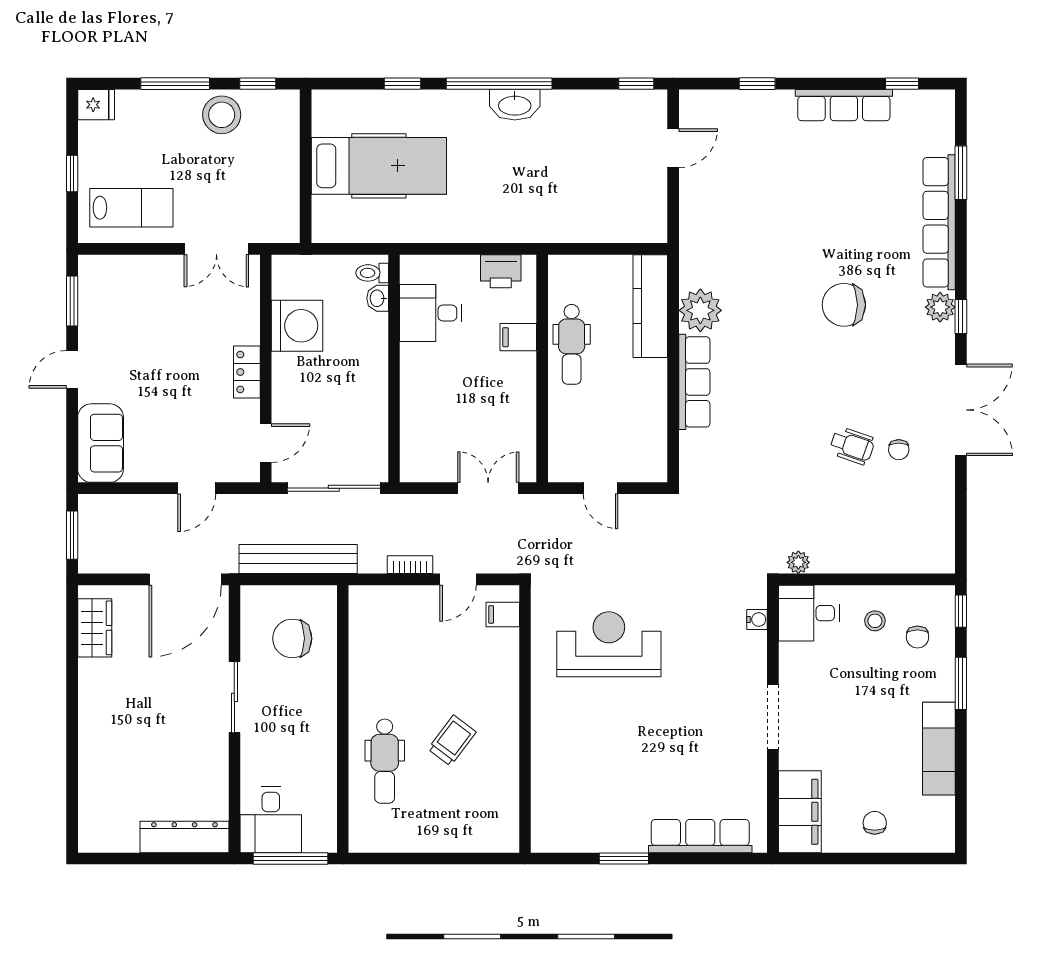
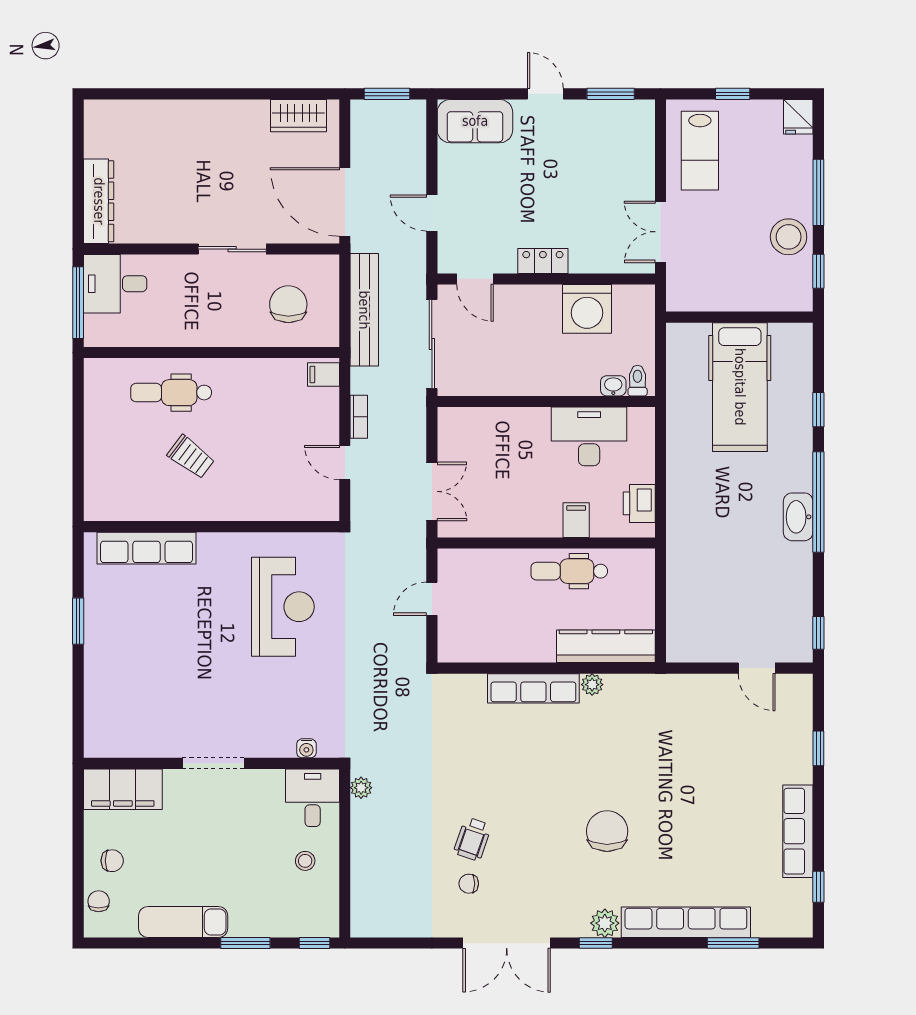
plant: (700, 310) -> (592, 685), width x0.53, depth x0.53
desk: (431, 313) -> (589, 436), width x1.37
filing cabinet: (503, 614) -> (324, 374), moved, turned -90
chair: (917, 637) -> (99, 901), moved, turned 90
row of seats: (700, 836) -> (147, 548), moved, turned 90

